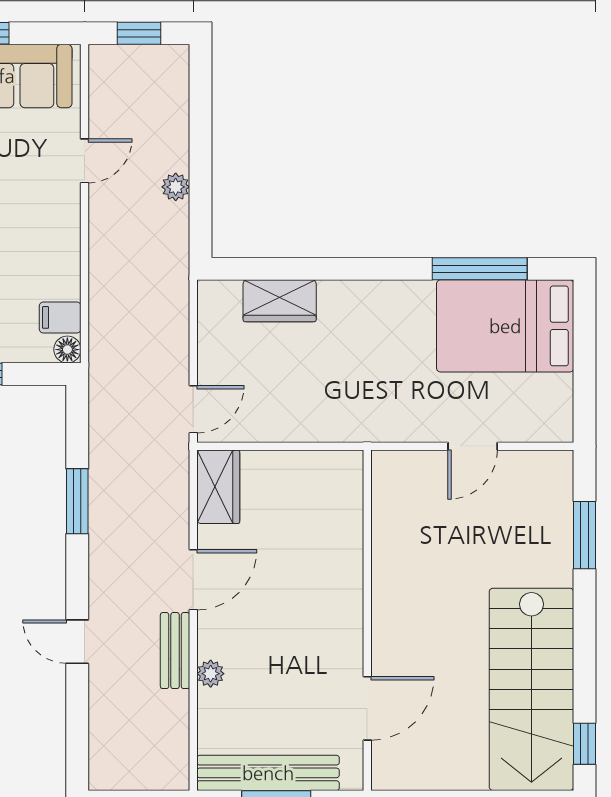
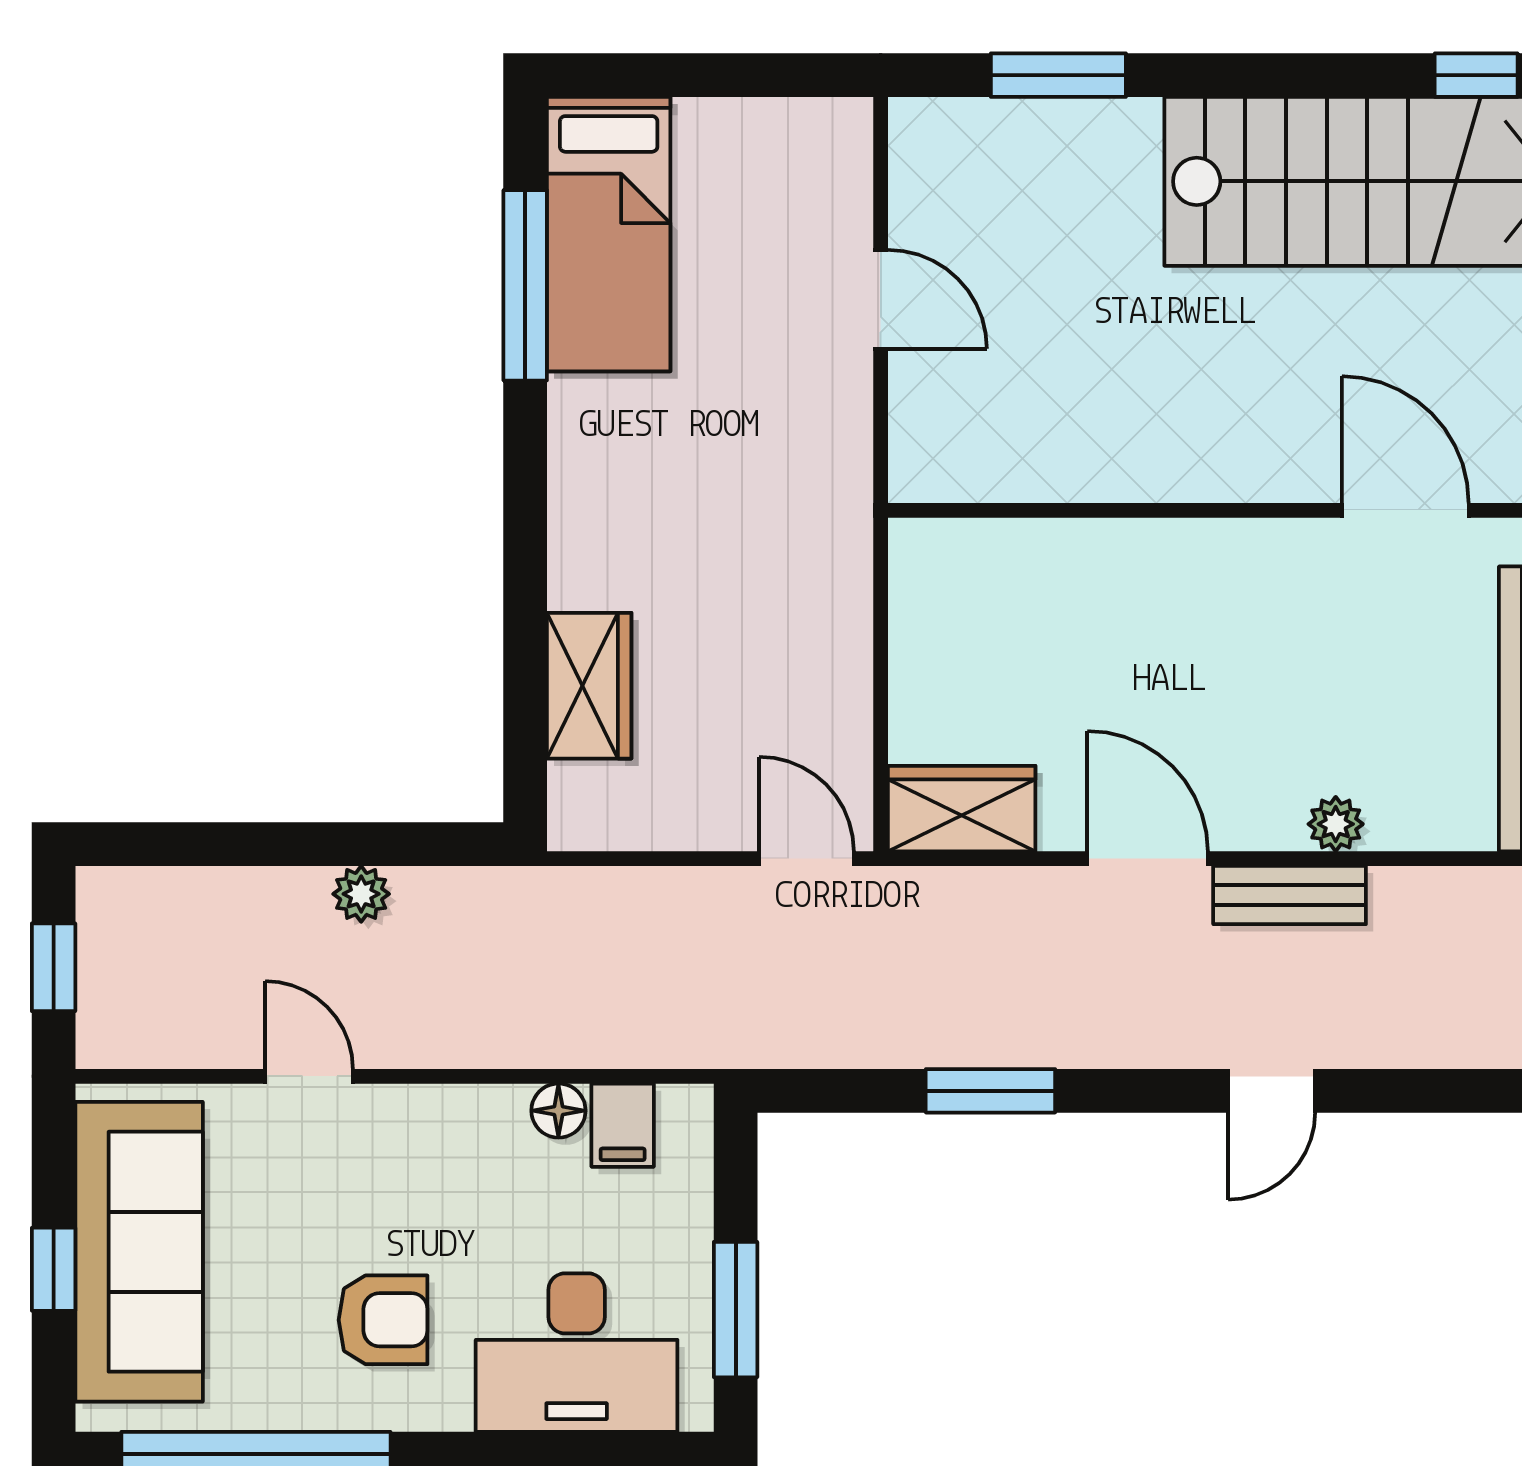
bed: (505, 326) -> (609, 234), width x0.67
floor lamp: (67, 350) -> (558, 1111), moved

